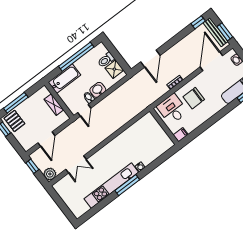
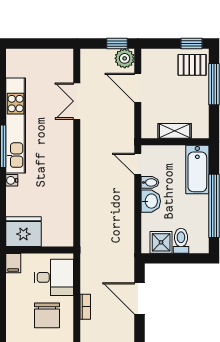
chair: (194, 98) -> (47, 315), turned 180
fridge: (161, 142) -> (23, 232), added
plant: (50, 174) -> (125, 58), moved

